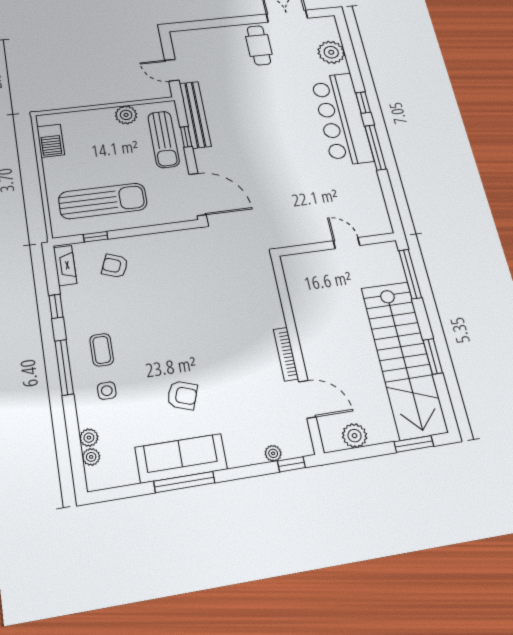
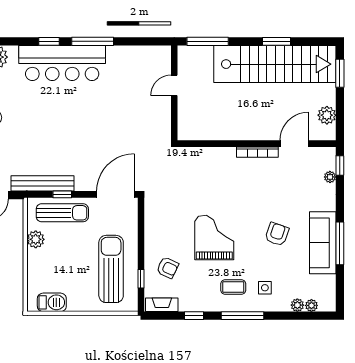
armchair: (115, 266) -> (168, 268), turned -86
grand piano: (164, 317) -> (214, 238), added

